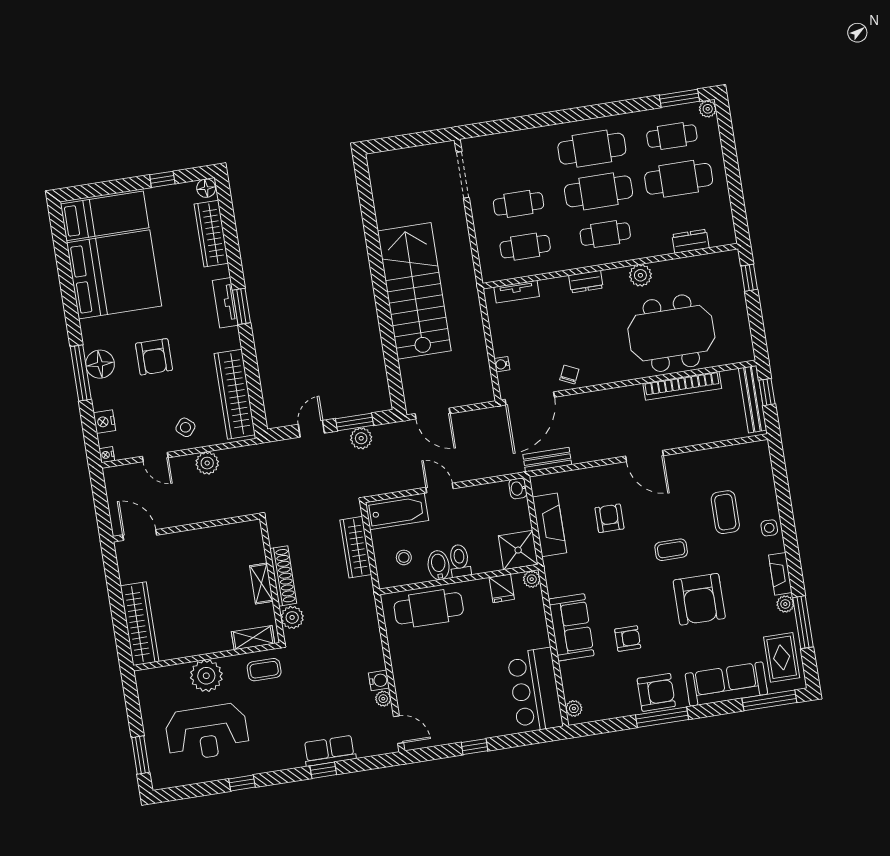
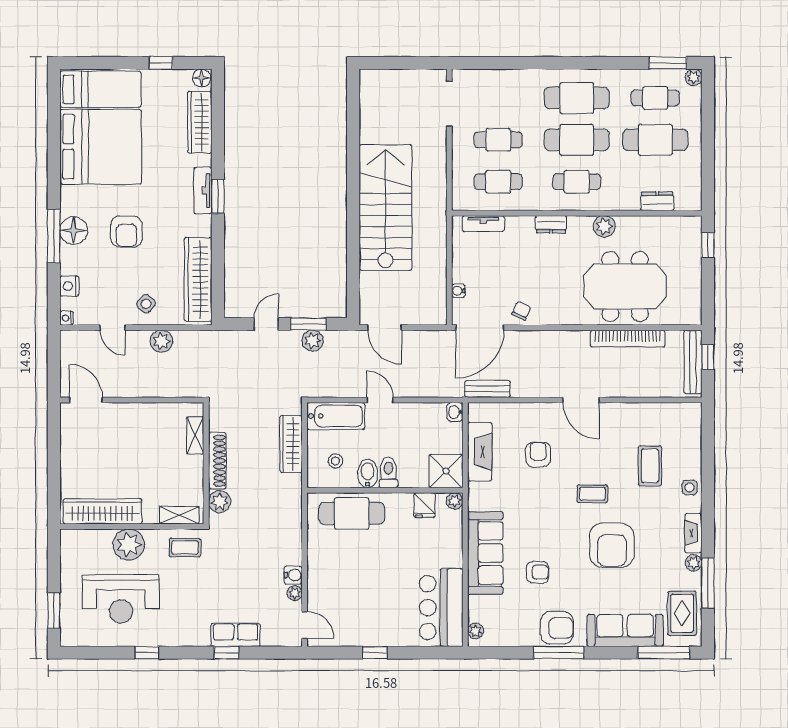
shelving: (261, 583) -> (195, 435), moved
wardrobe: (140, 624) -> (103, 511), moved, turned -90
sofa: (571, 627) -> (485, 553), width x1.36

